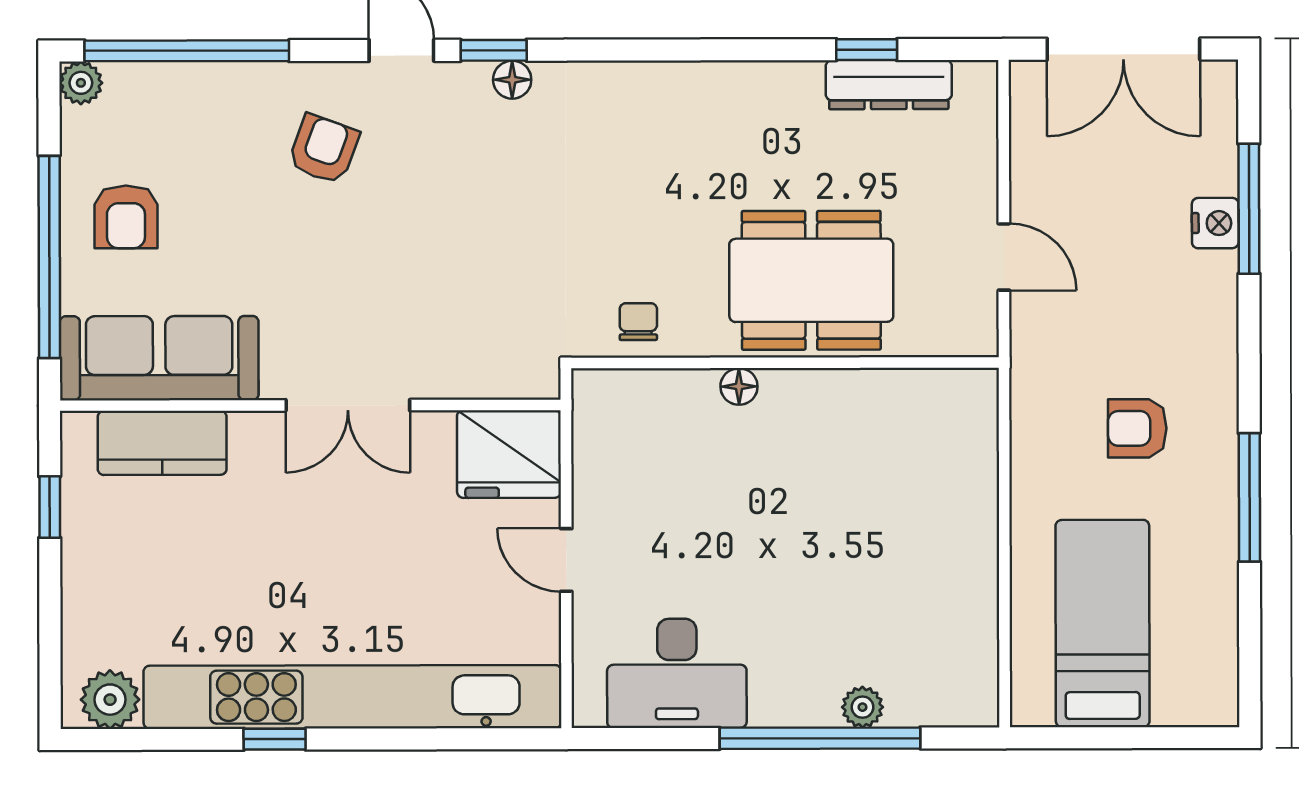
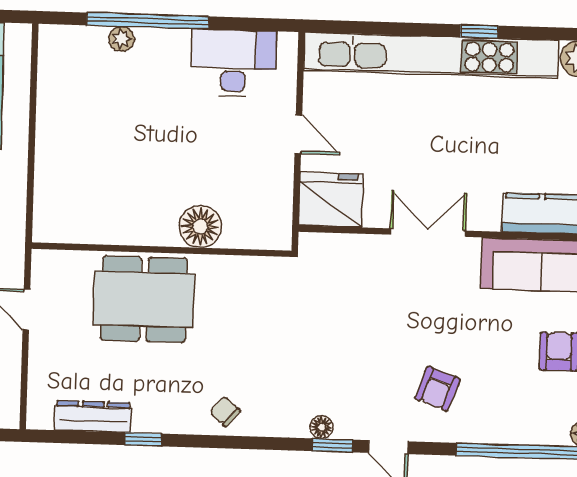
window: (867, 50) -> (143, 439), moved
chair: (638, 322) -> (225, 412), moved, turned 131
floor lamp: (739, 386) -> (200, 227), width x1.89, depth x1.89

